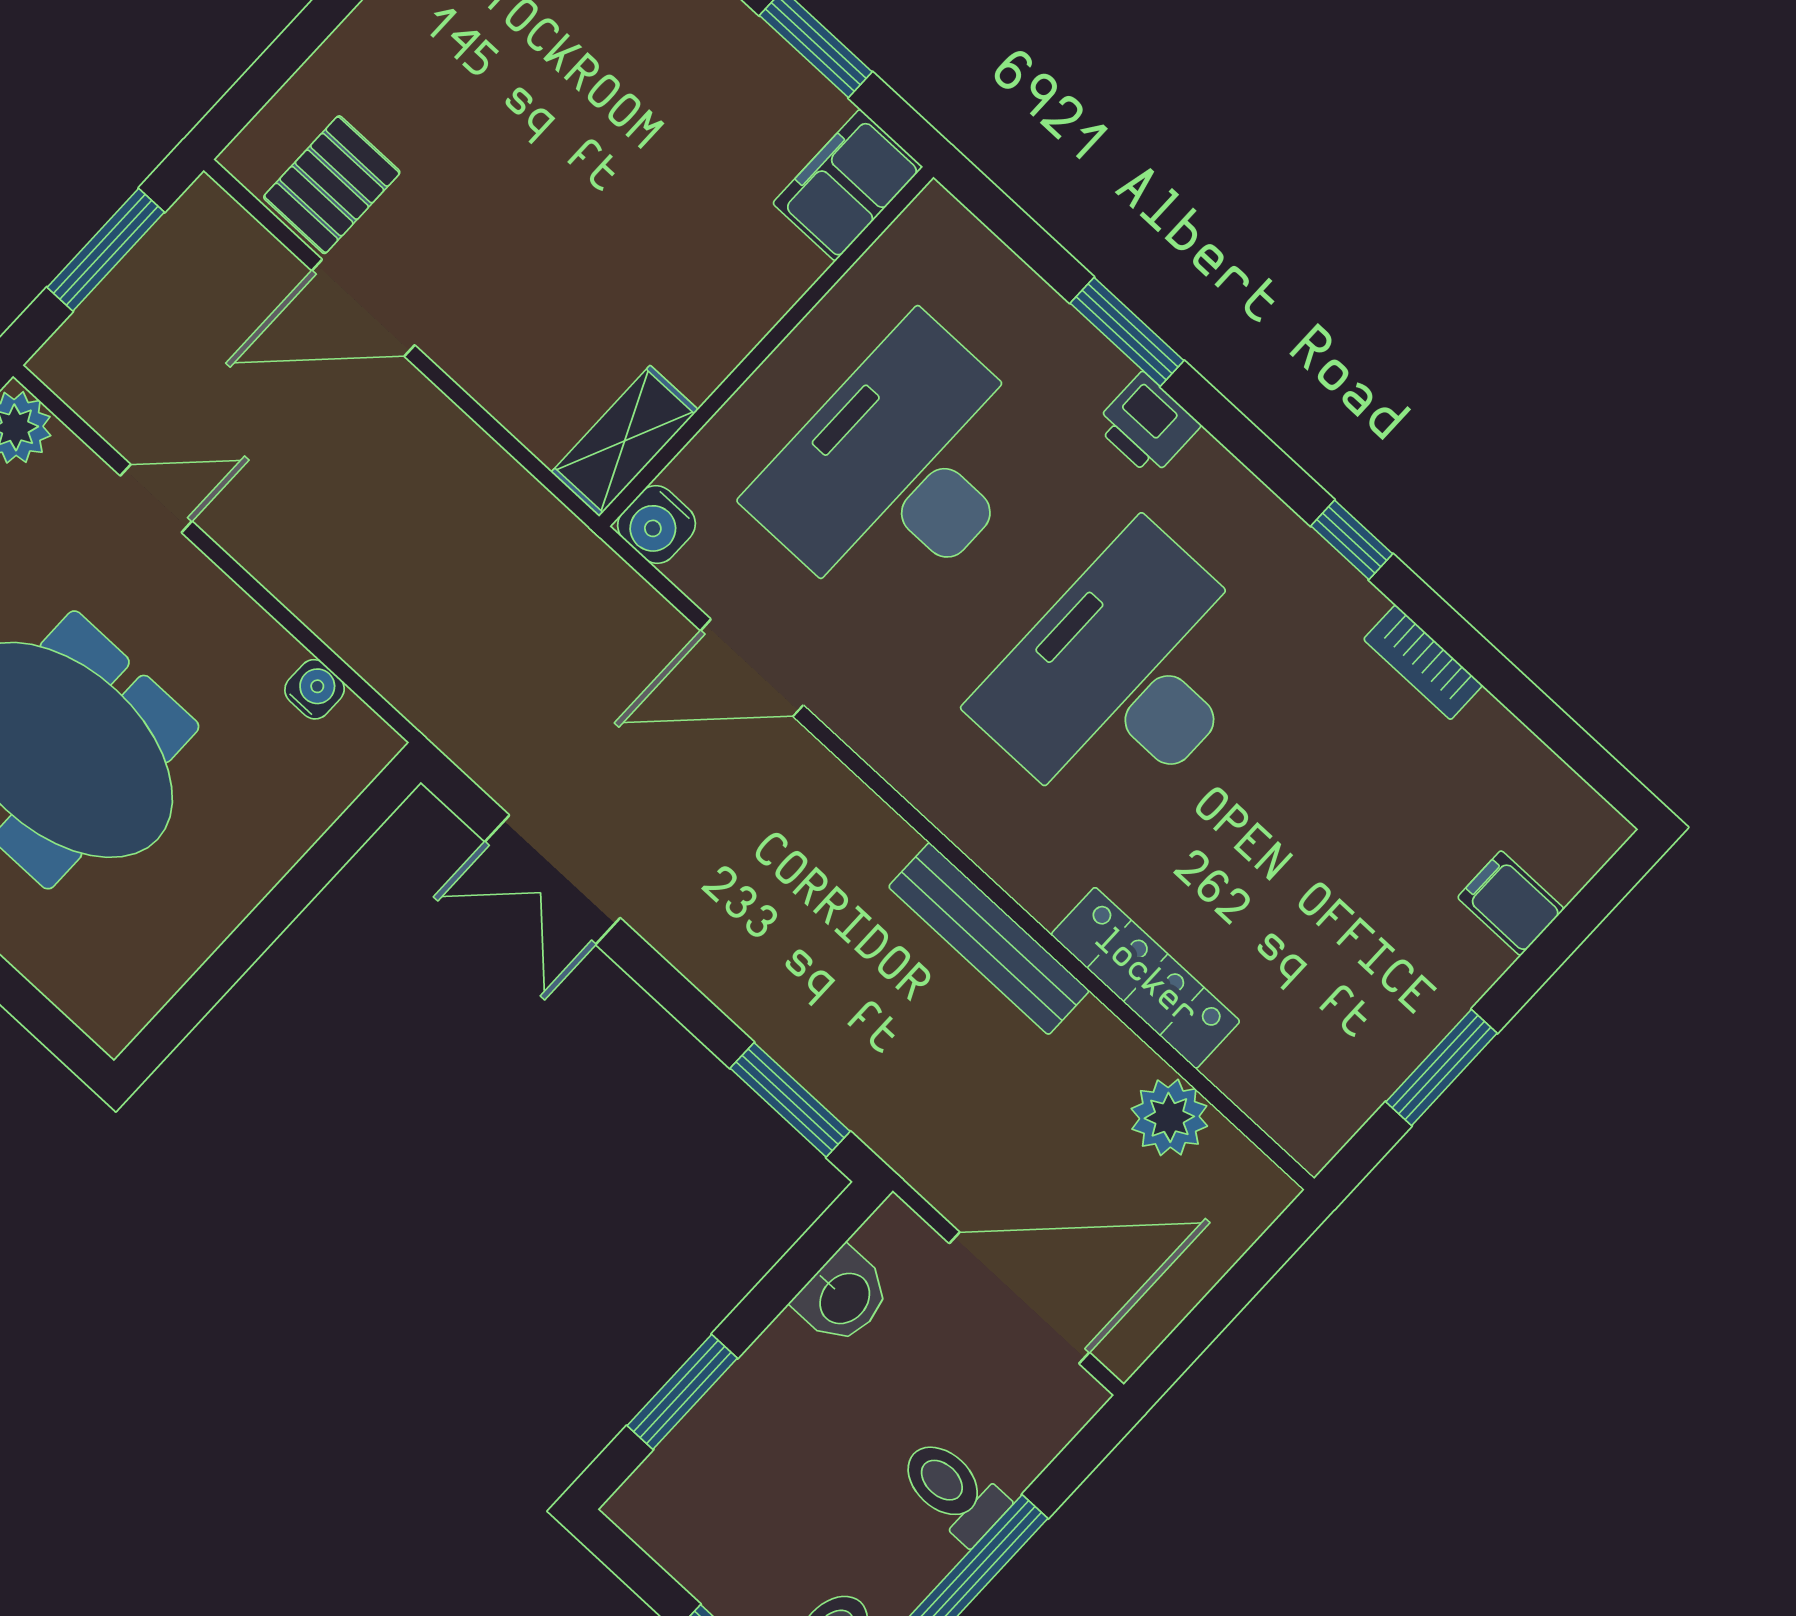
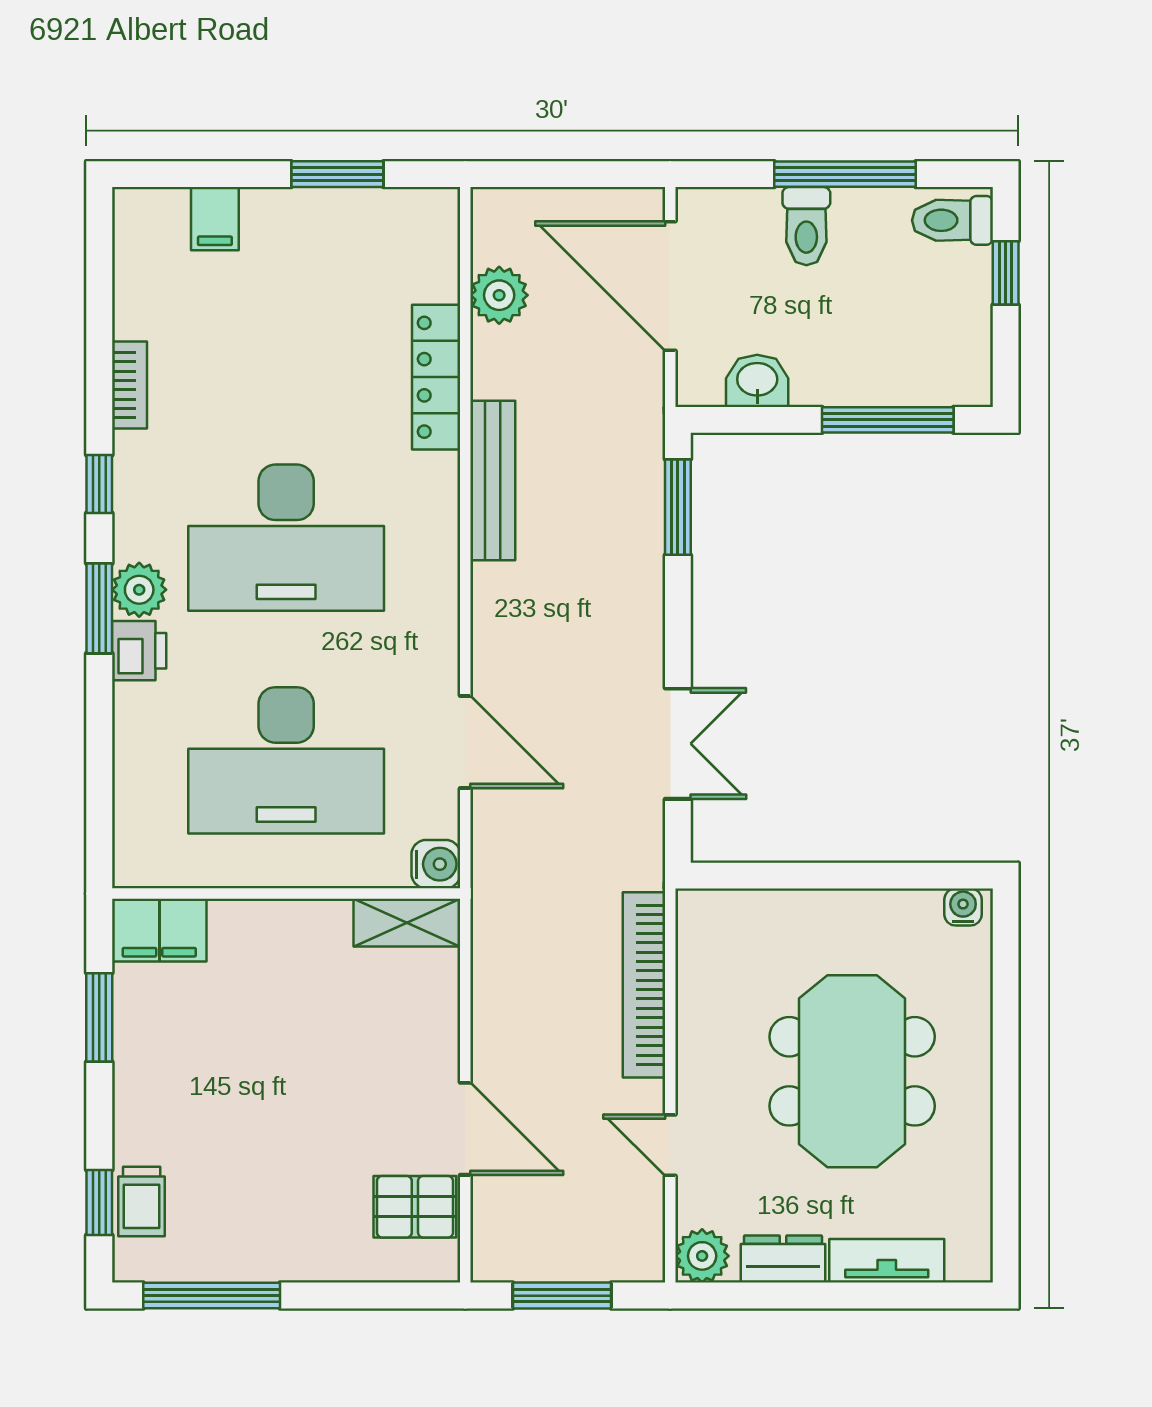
window: (1127, 332) -> (99, 608), moved
plant: (1208, 482) -> (139, 590), added
bookcase: (342, 621) -> (644, 985), added
water cooler: (315, 689) -> (963, 907), moved, turned 90
window: (682, 1392) -> (888, 420), width x1.44

